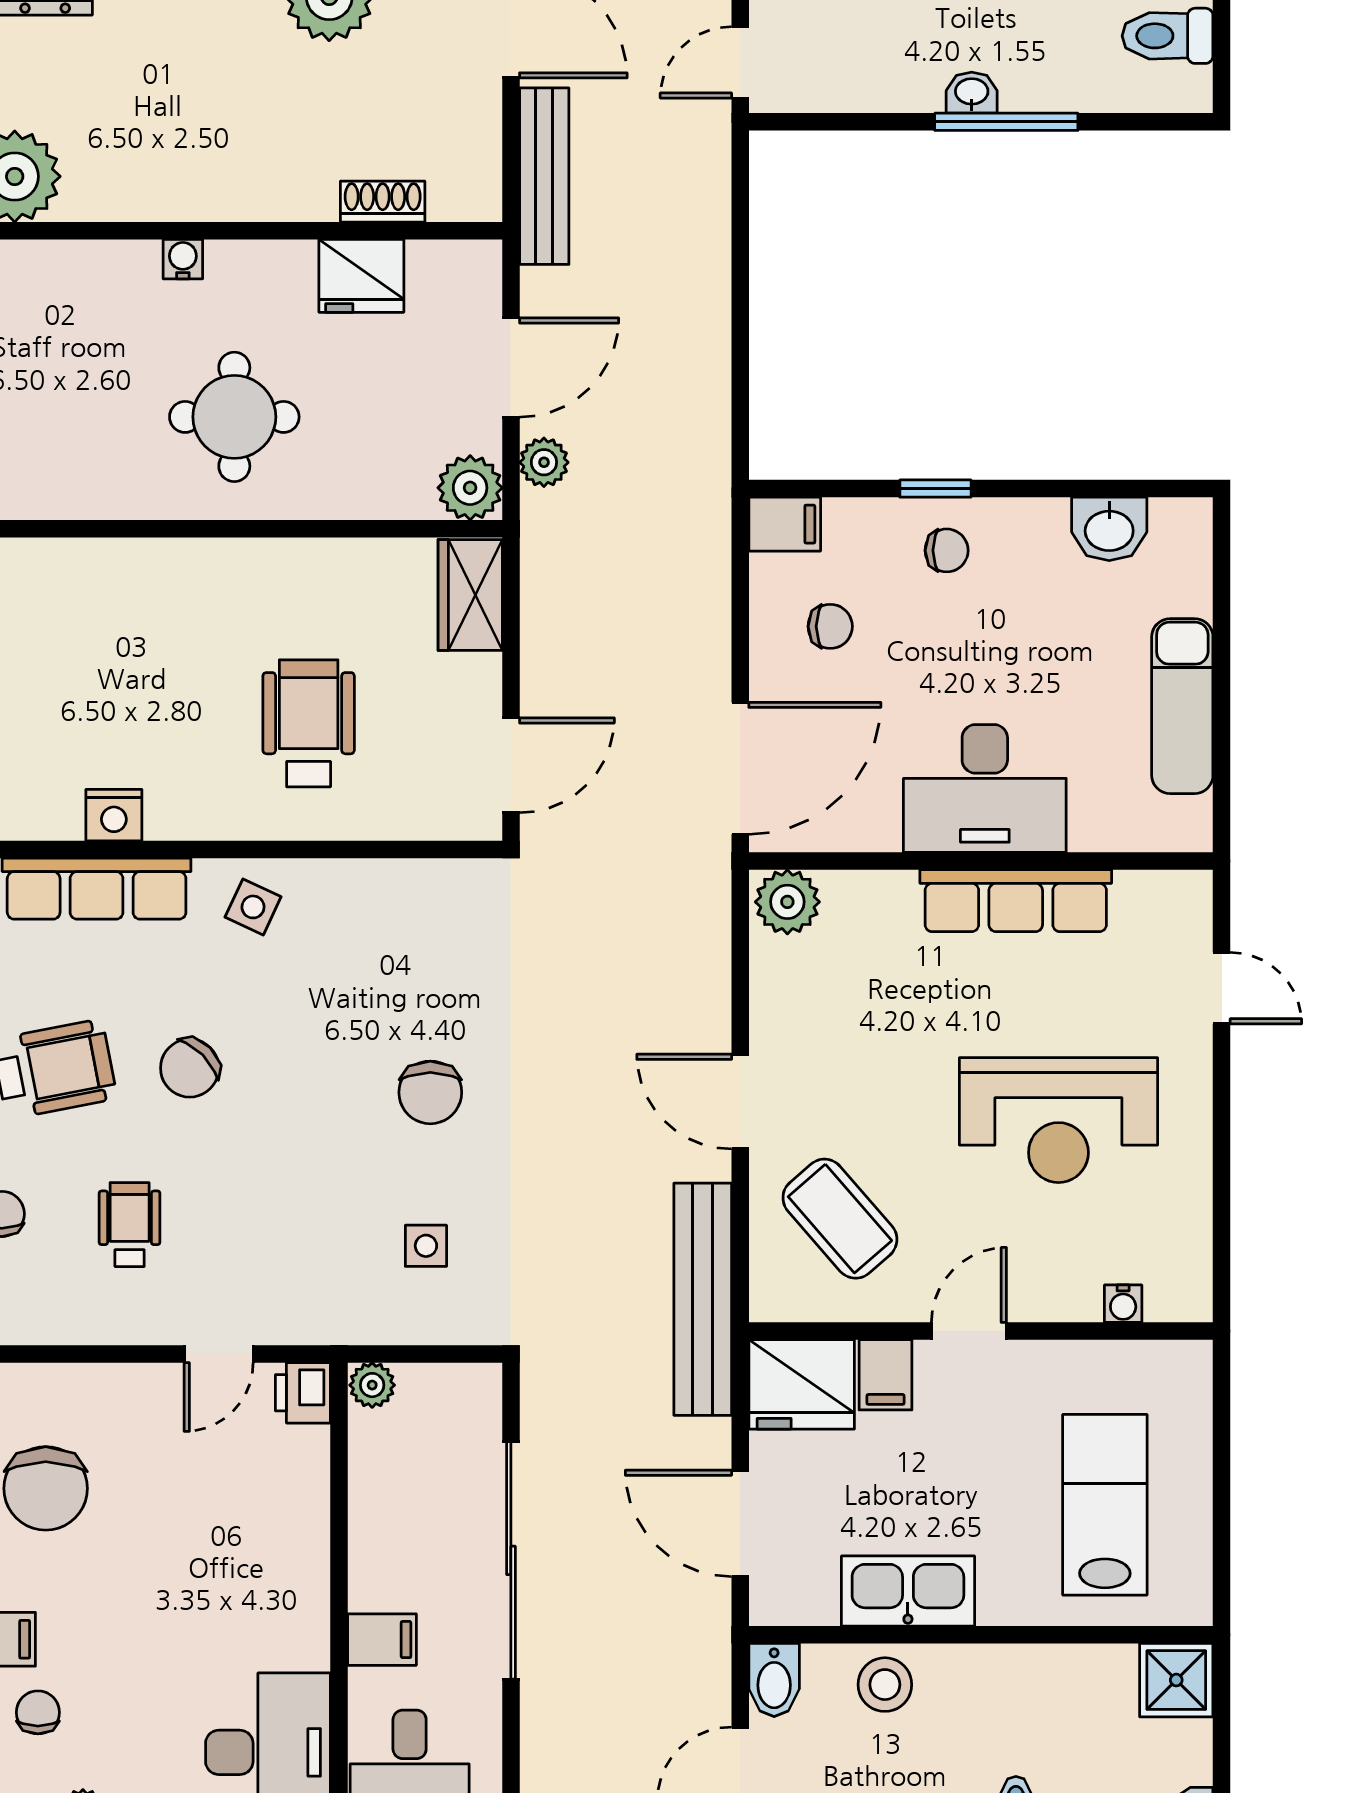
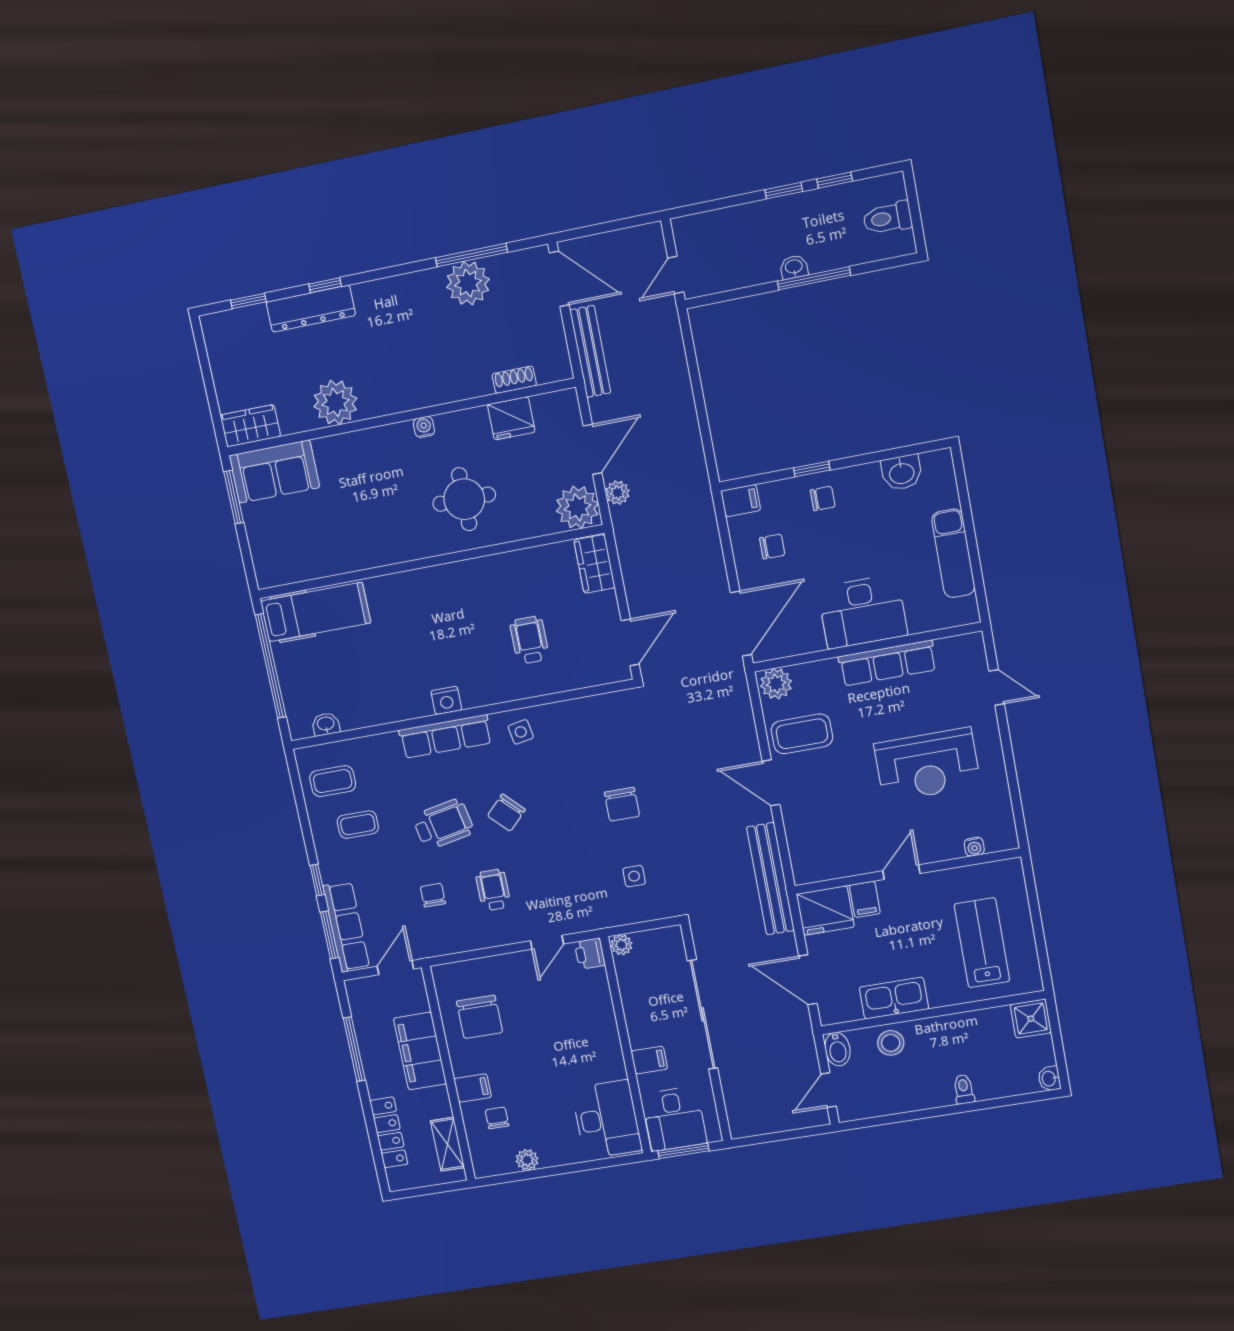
plant: (470, 488) -> (577, 507), width x1.36, depth x1.36
wheelchair: (309, 723) -> (529, 640), width x0.73, depth x0.73
side table: (253, 907) -> (521, 732), turned -35
coffee table: (840, 1219) -> (802, 734), moved, turned -49

